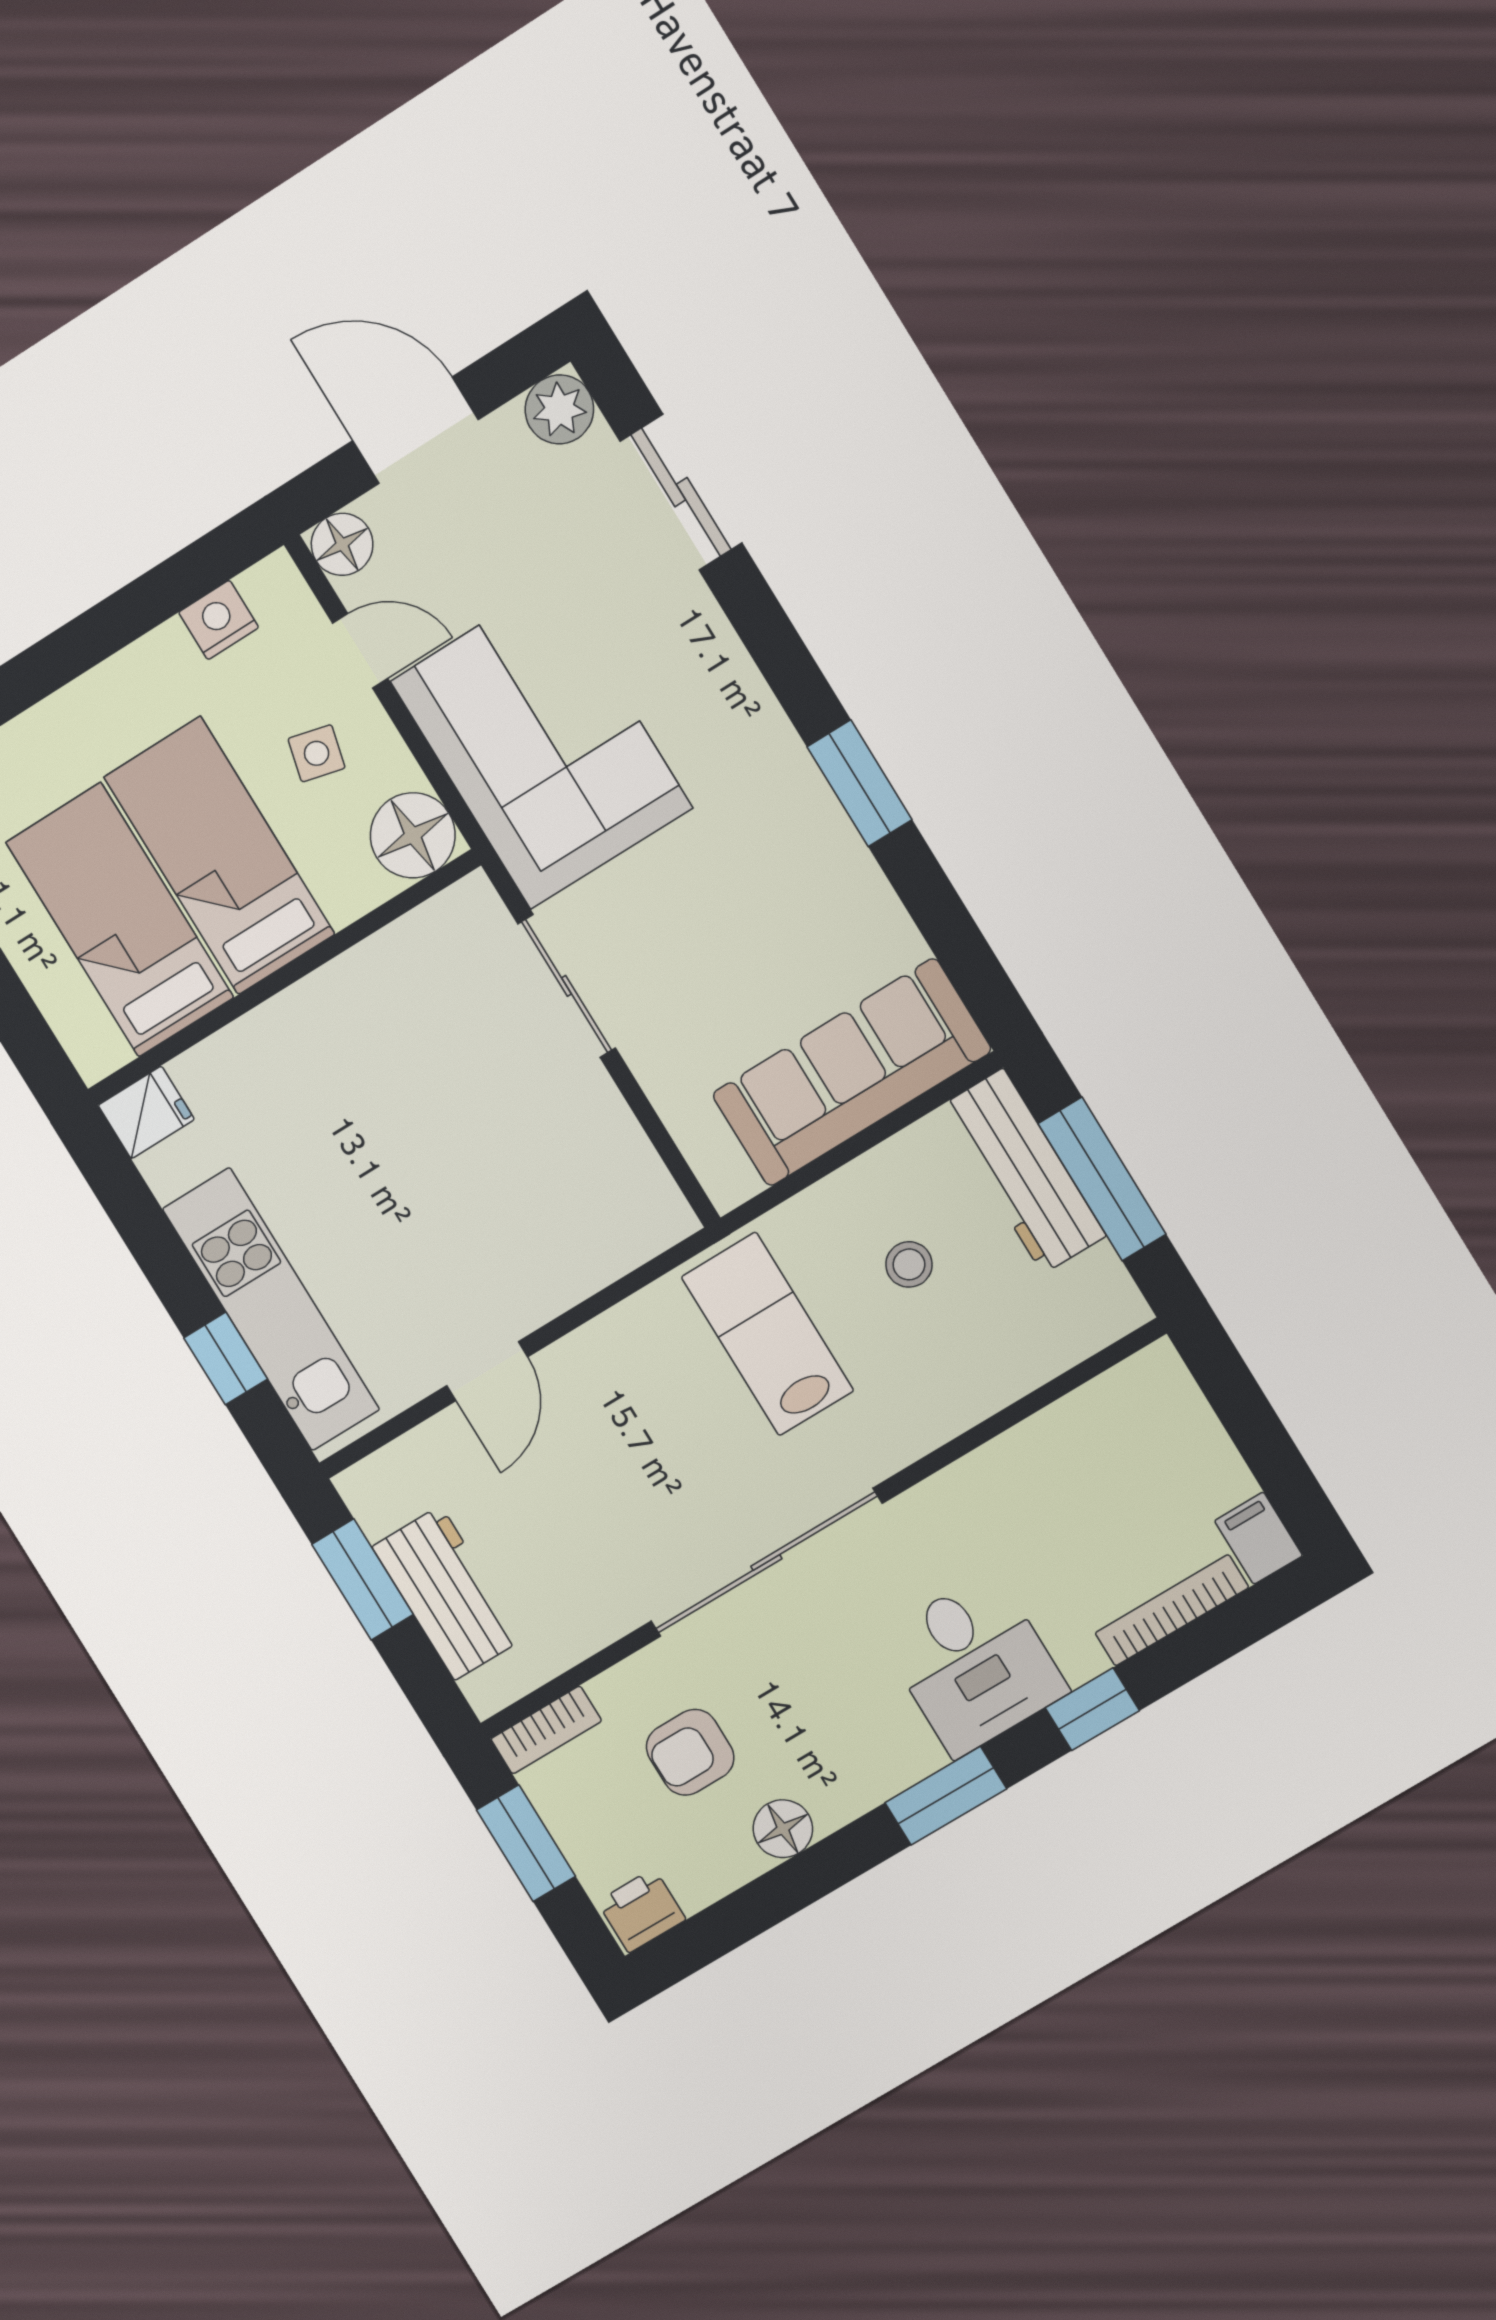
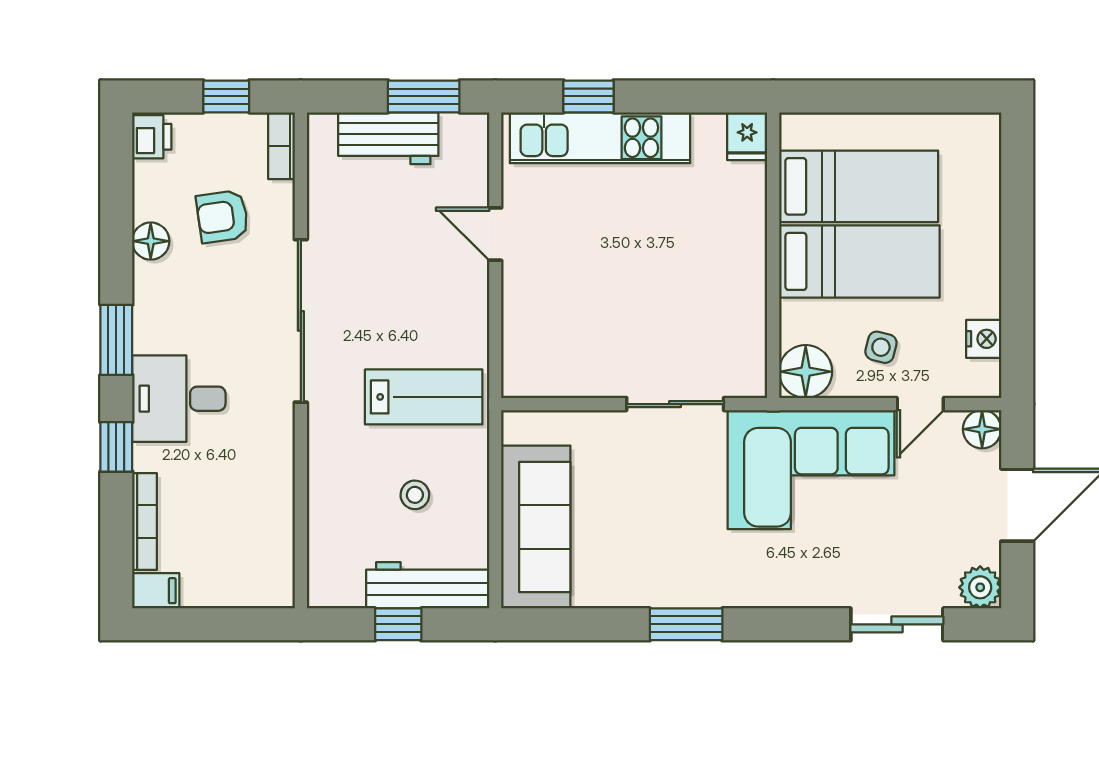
window: (1102, 1179) -> (398, 624), width x0.46
armchair: (690, 1752) -> (222, 216), turned -98
window: (526, 1843) -> (226, 96), width x0.67

